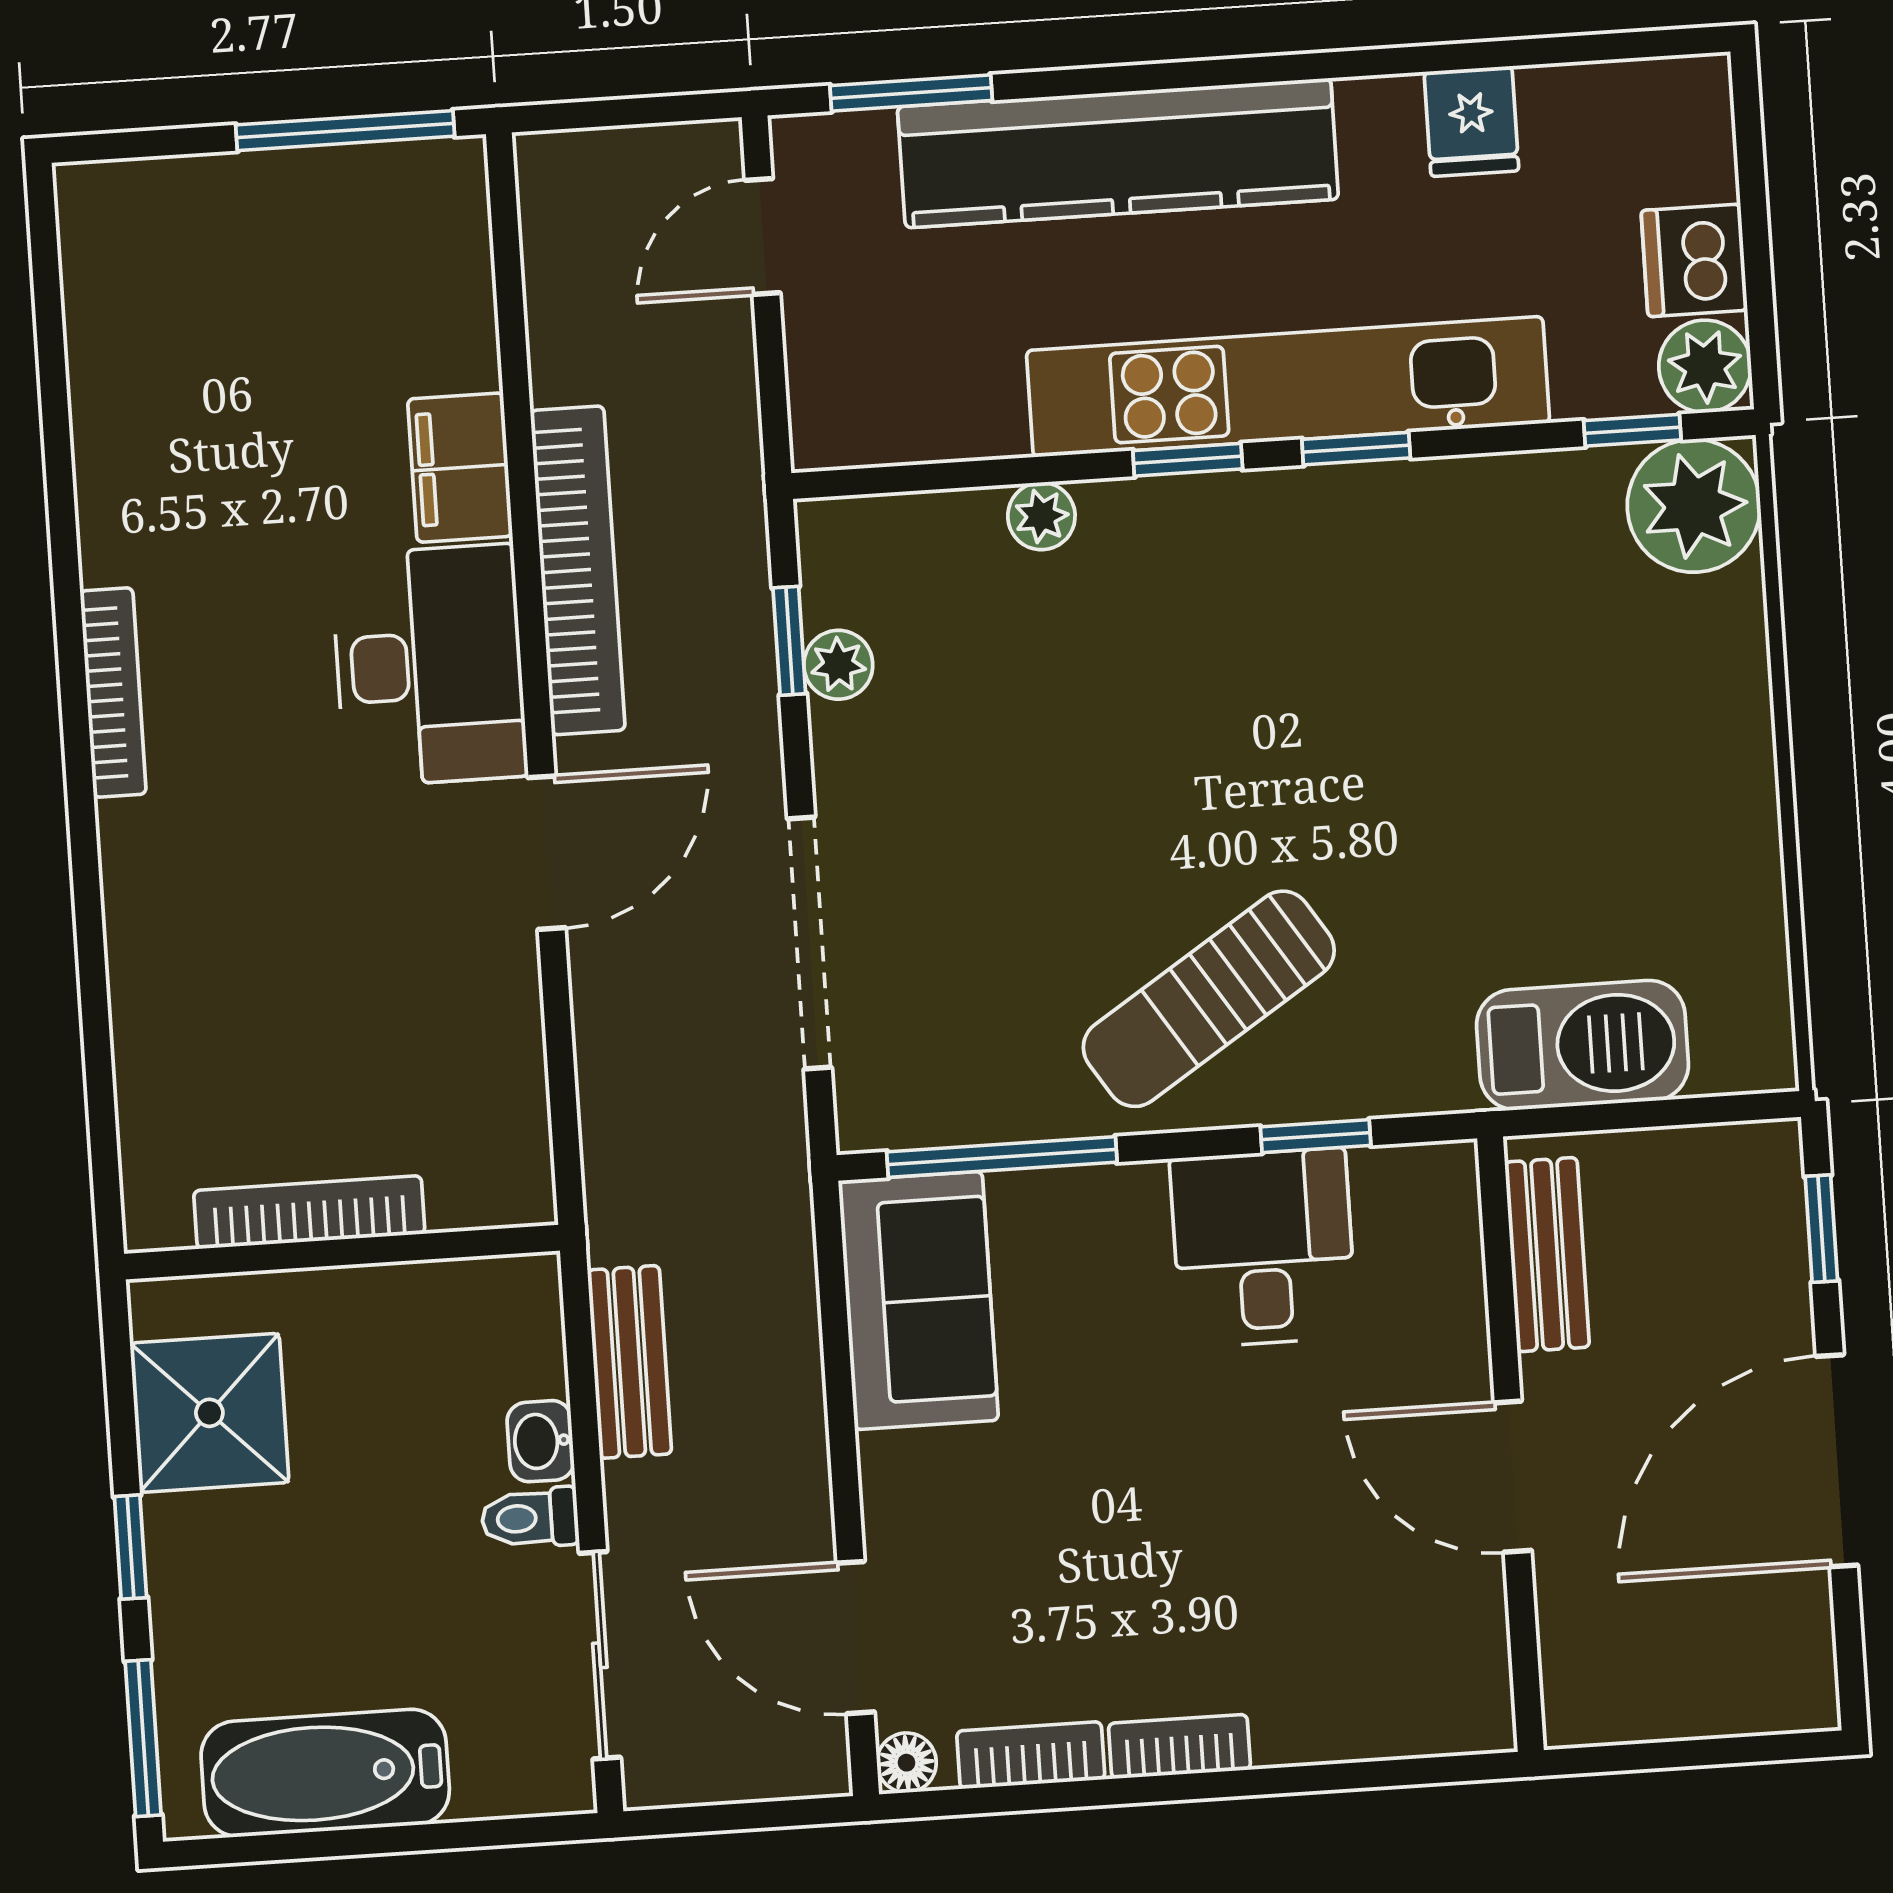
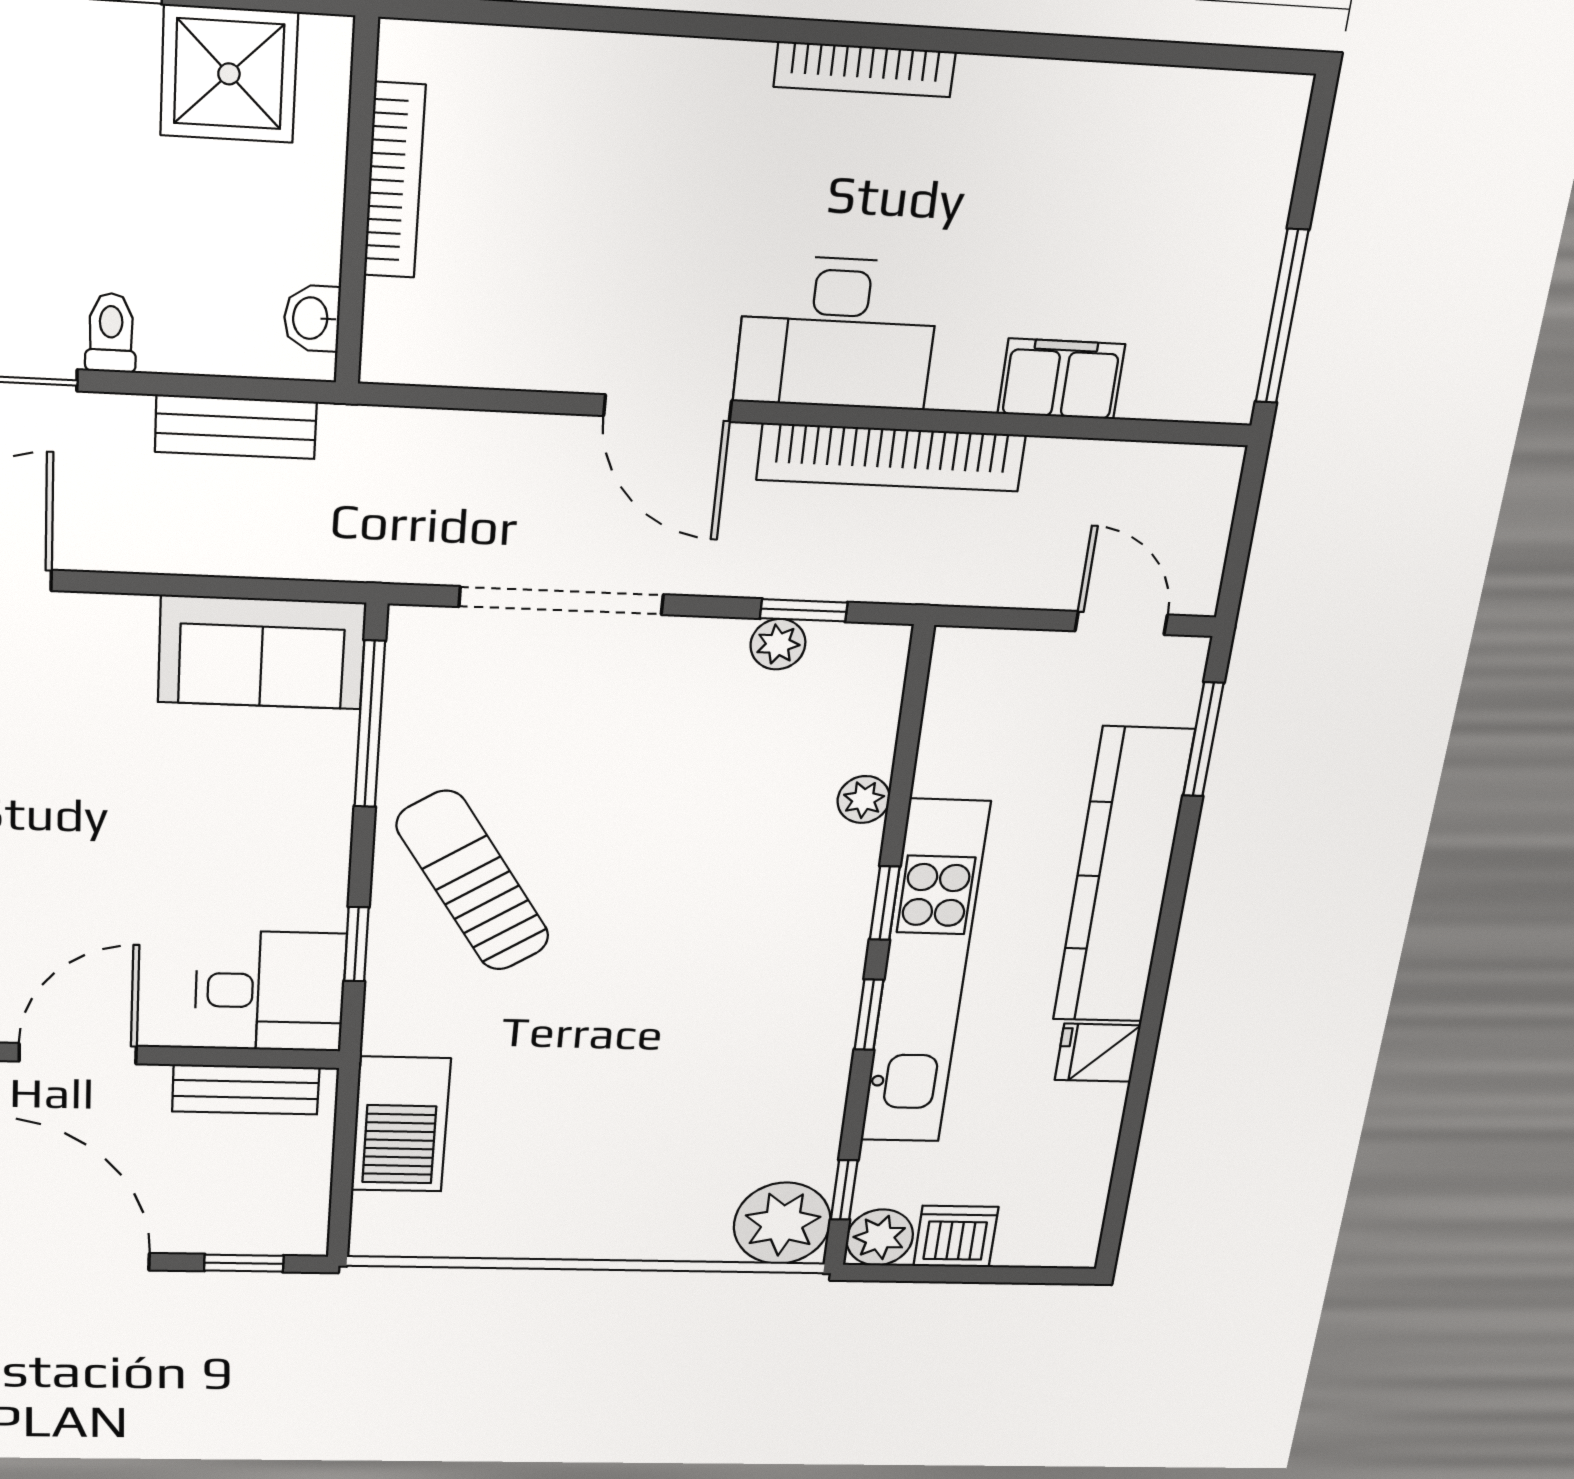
fridge: (1471, 121) -> (1098, 1053), moved
filing cabinet: (460, 468) -> (1061, 379), moved
desk: (1263, 1248) -> (270, 991), moved
washbasin: (541, 1441) -> (312, 318), moved, turned -90

